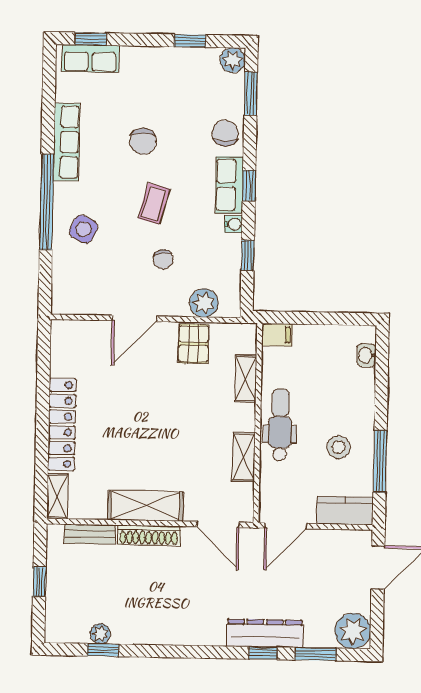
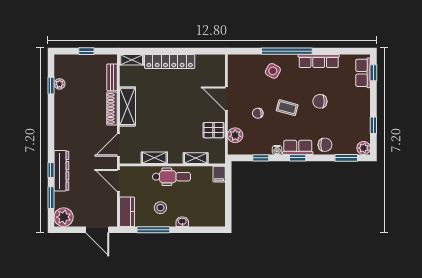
washbasin: (366, 355) -> (182, 222), moved

